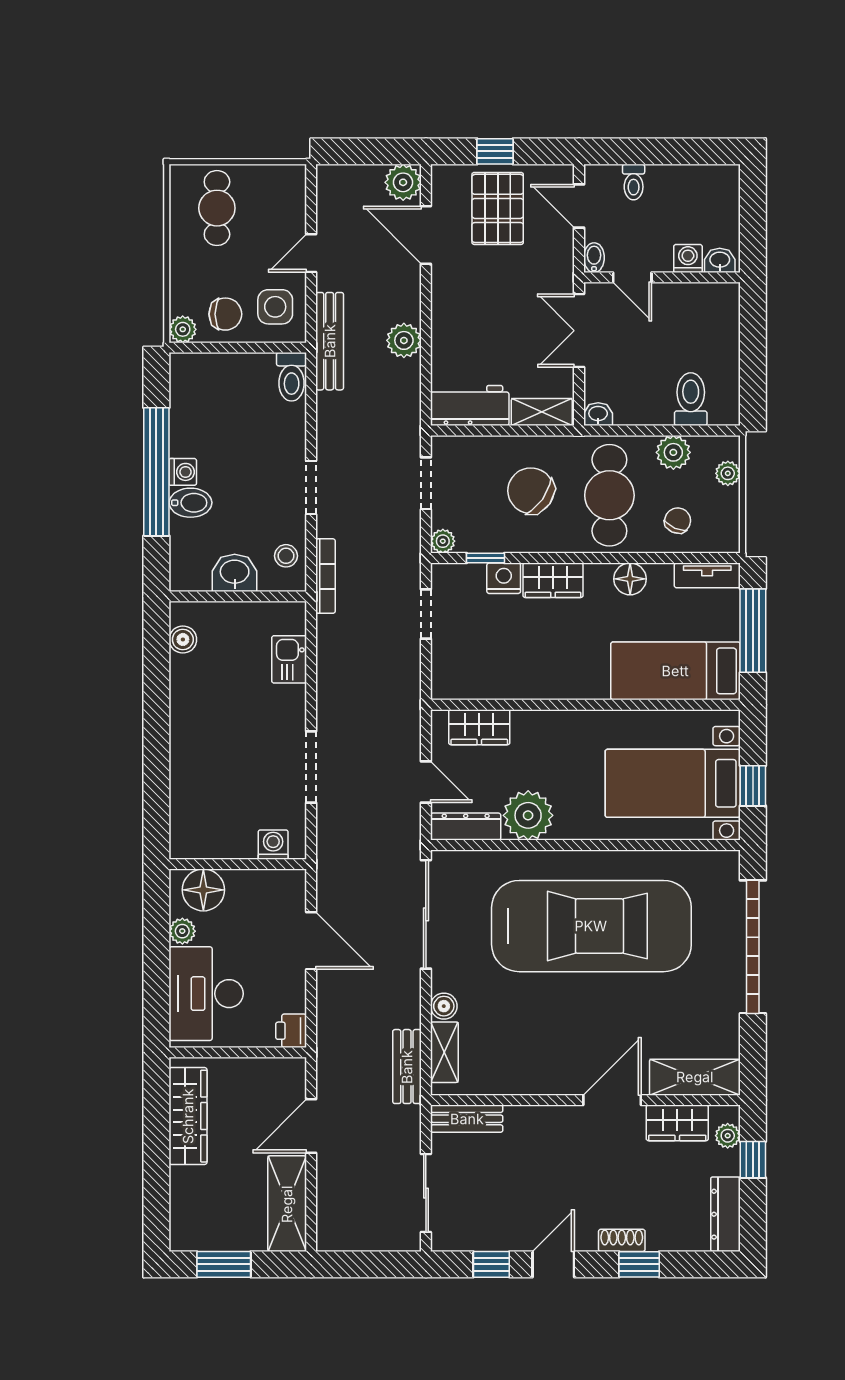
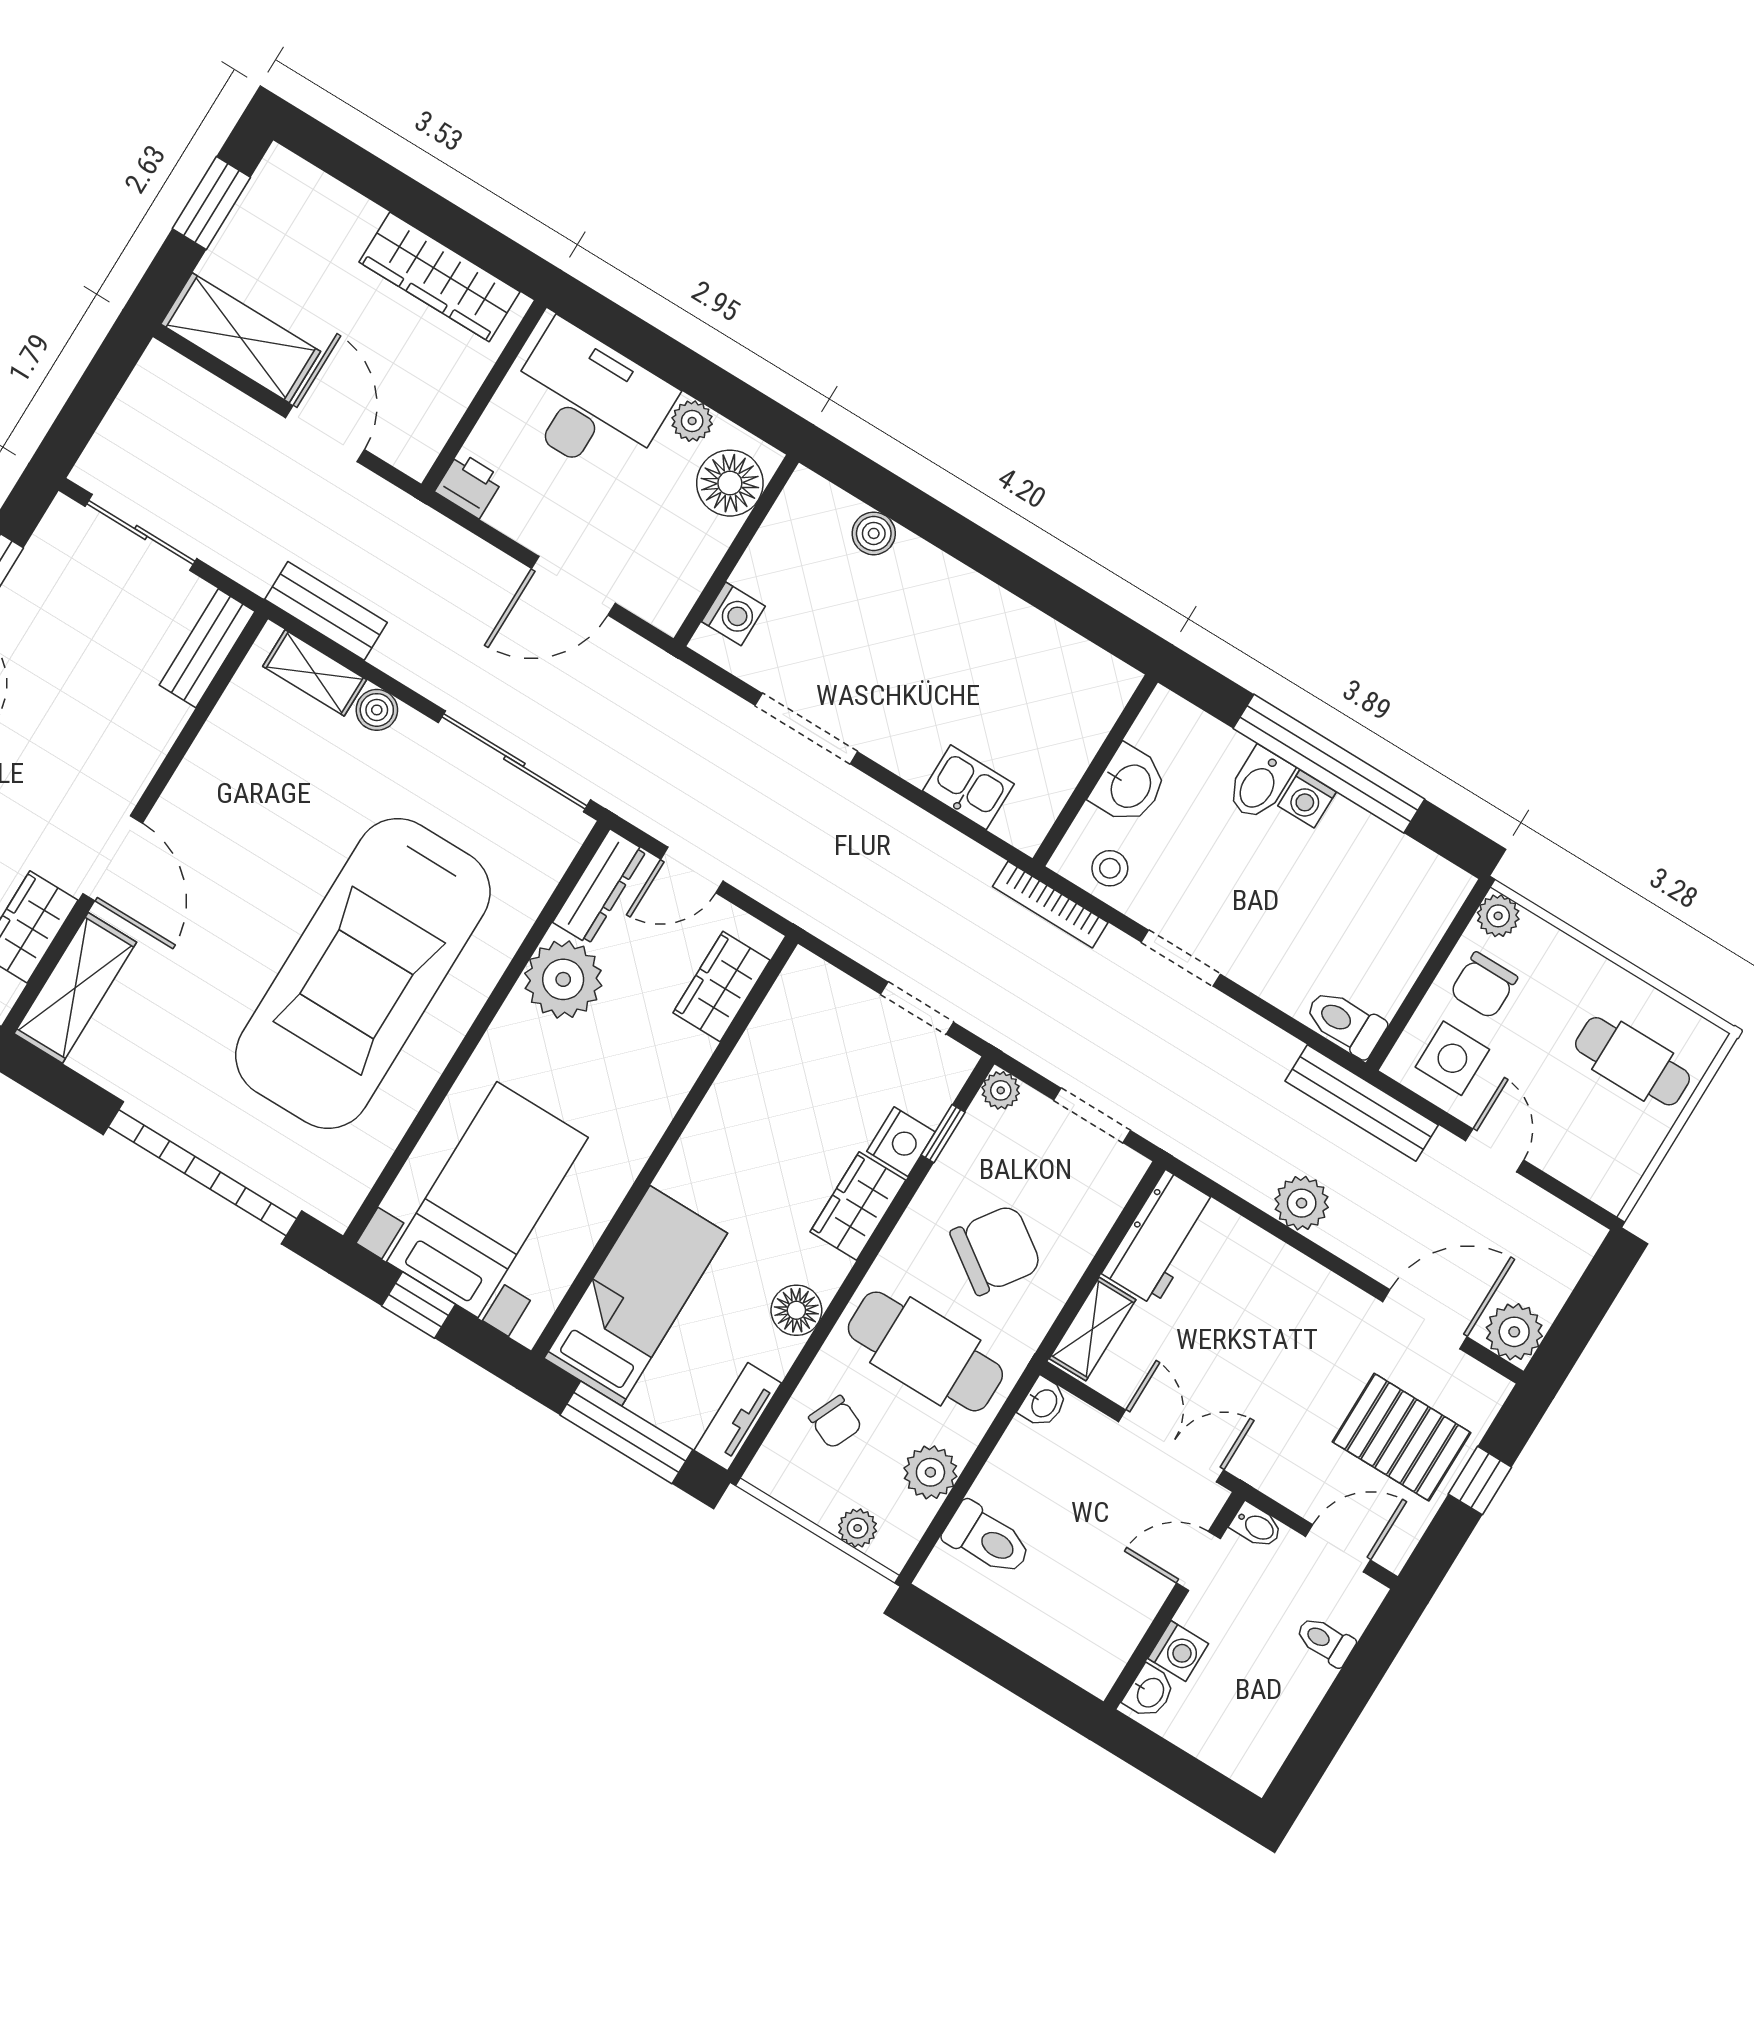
boiler: (183, 639) -> (874, 533), moved

